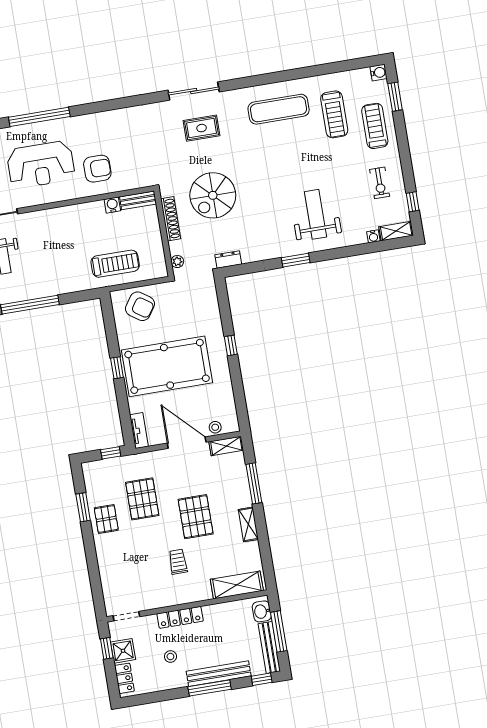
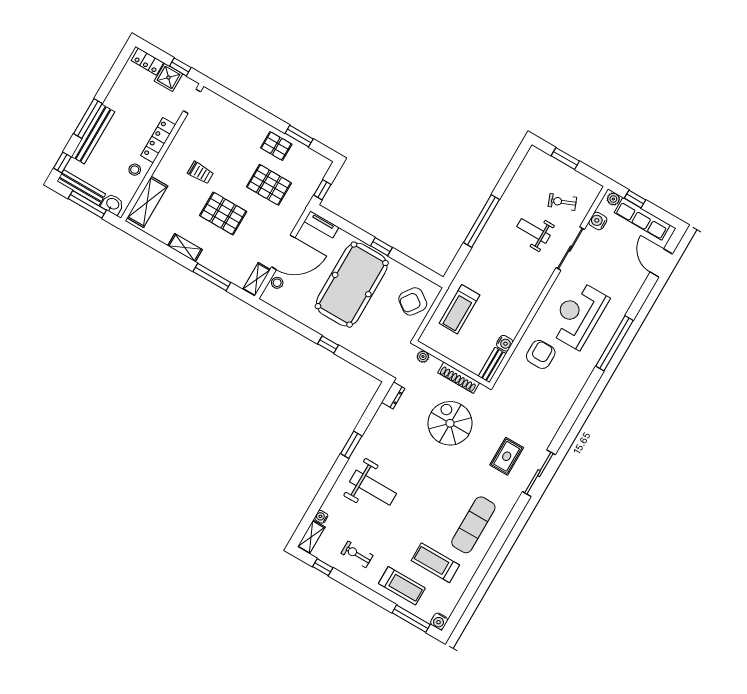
window: (395, 97) -> (411, 619), width x1.44
armchair: (97, 169) -> (541, 354), turned 180
stool: (170, 656) -> (135, 170), moved

